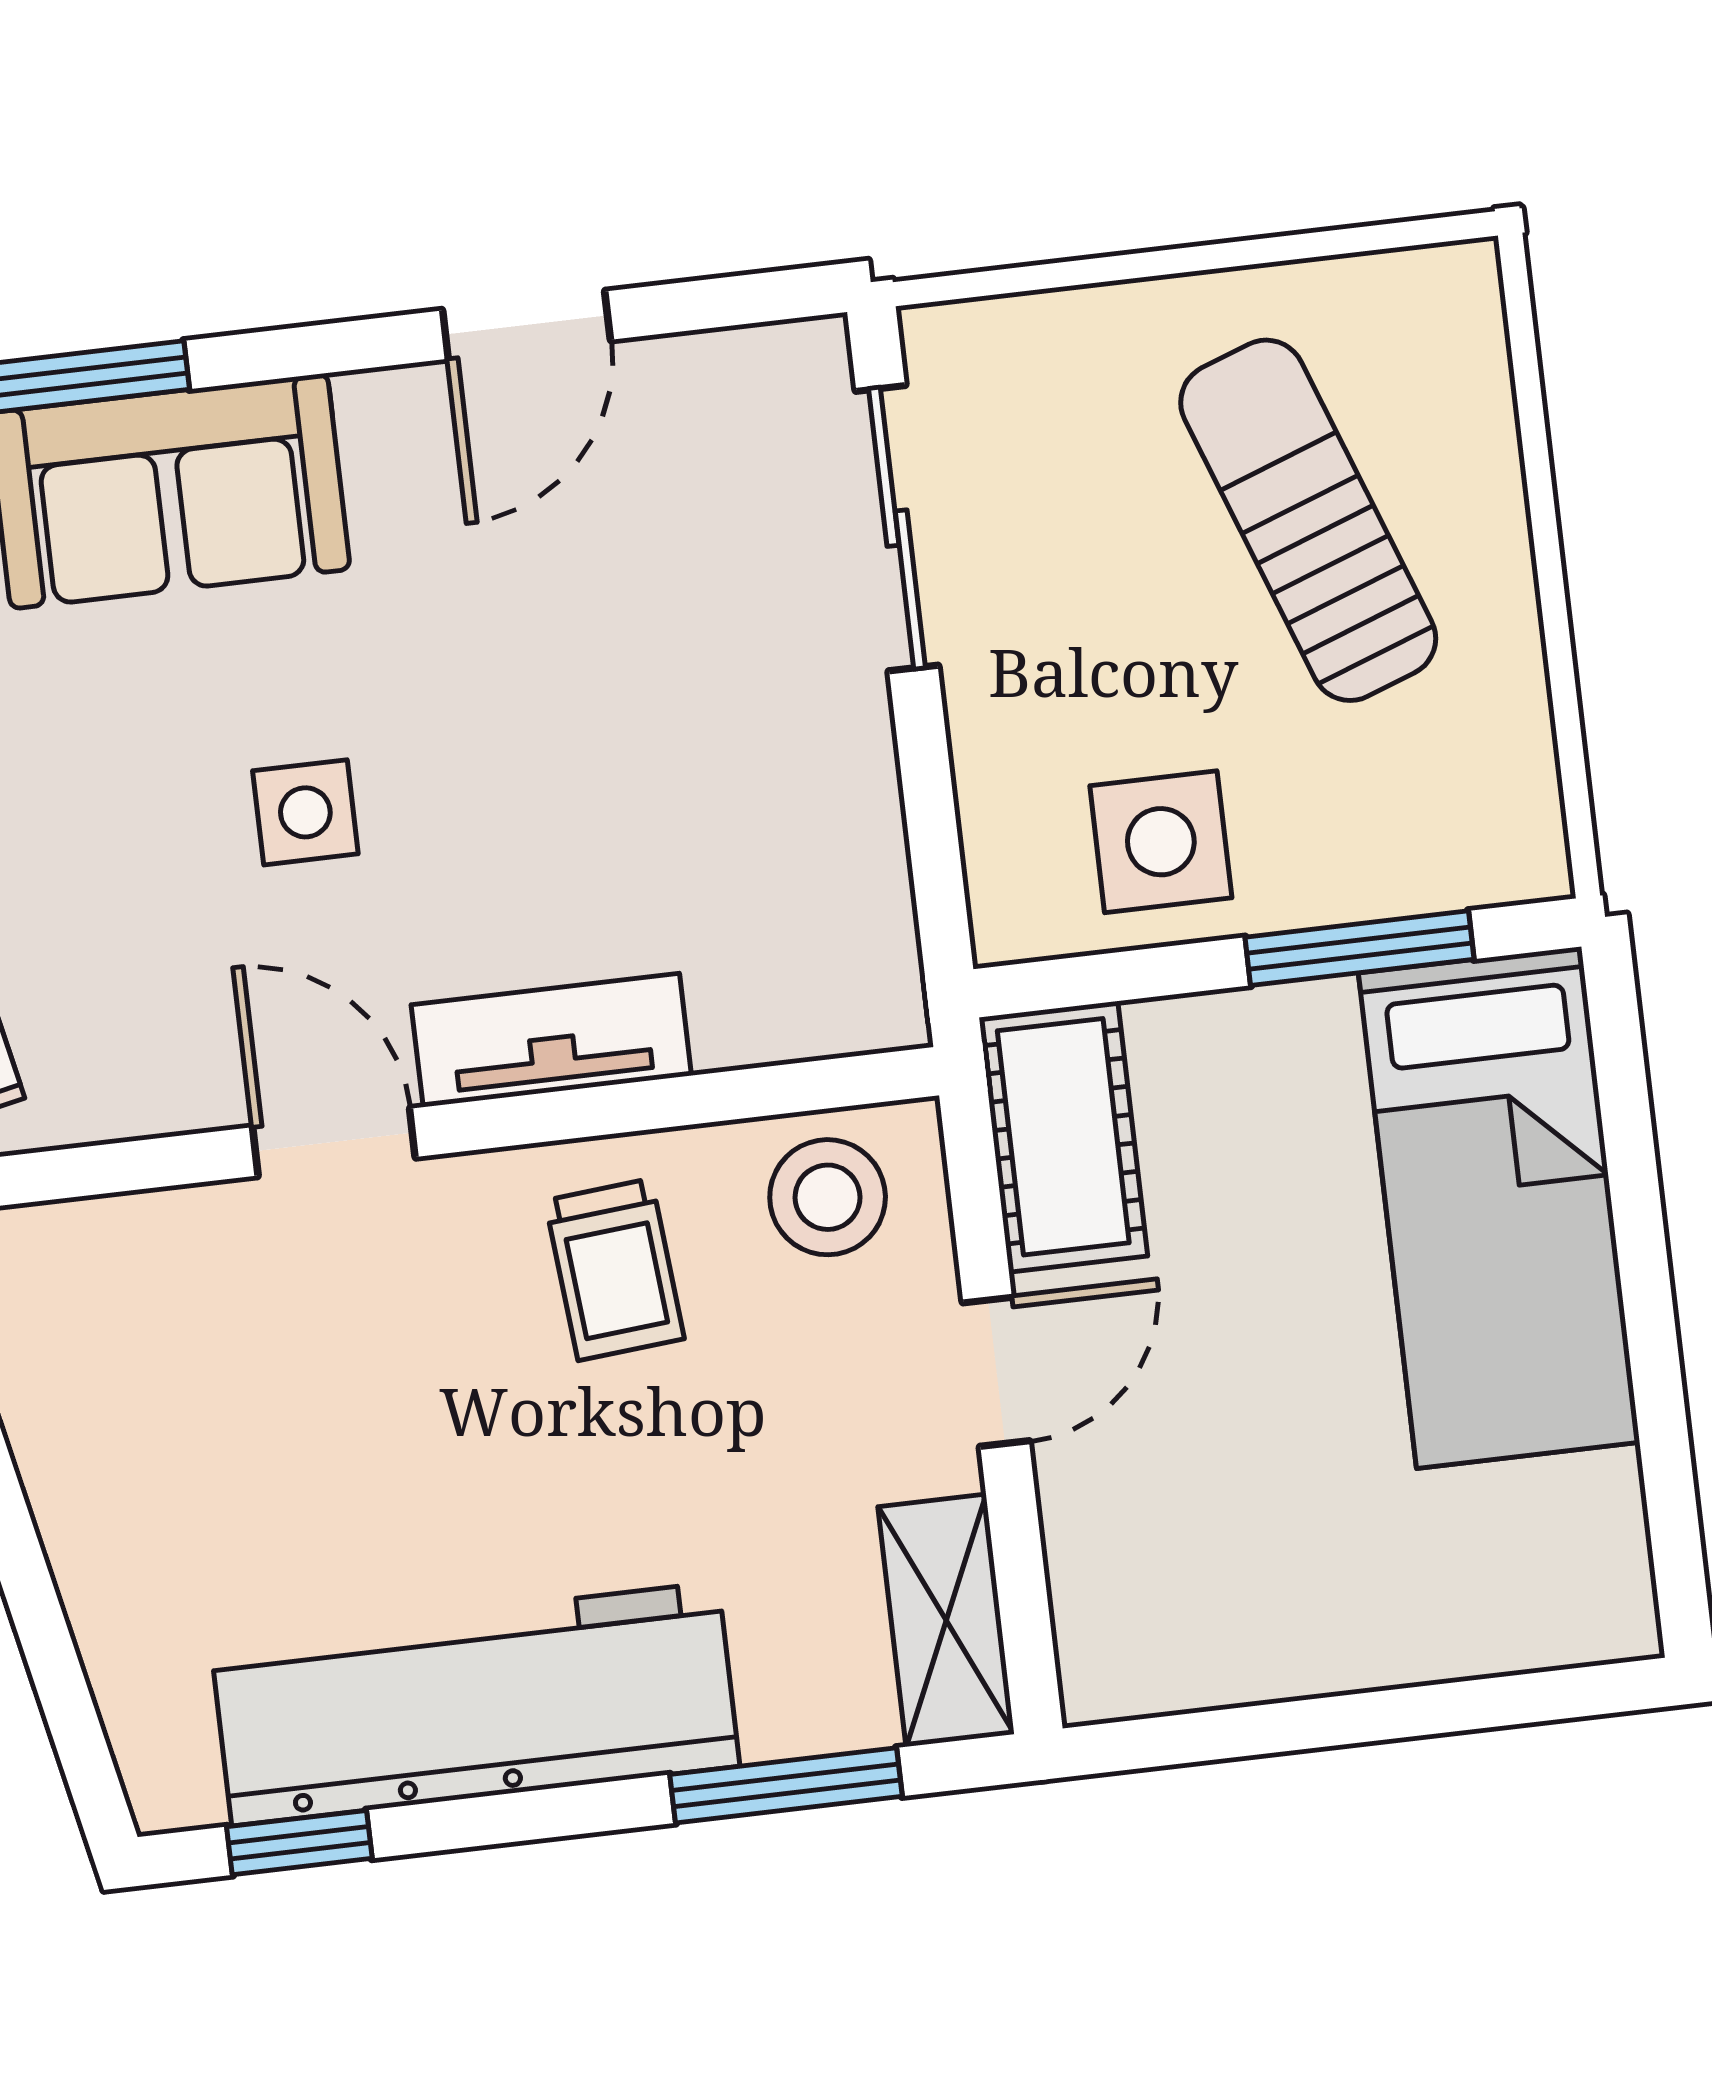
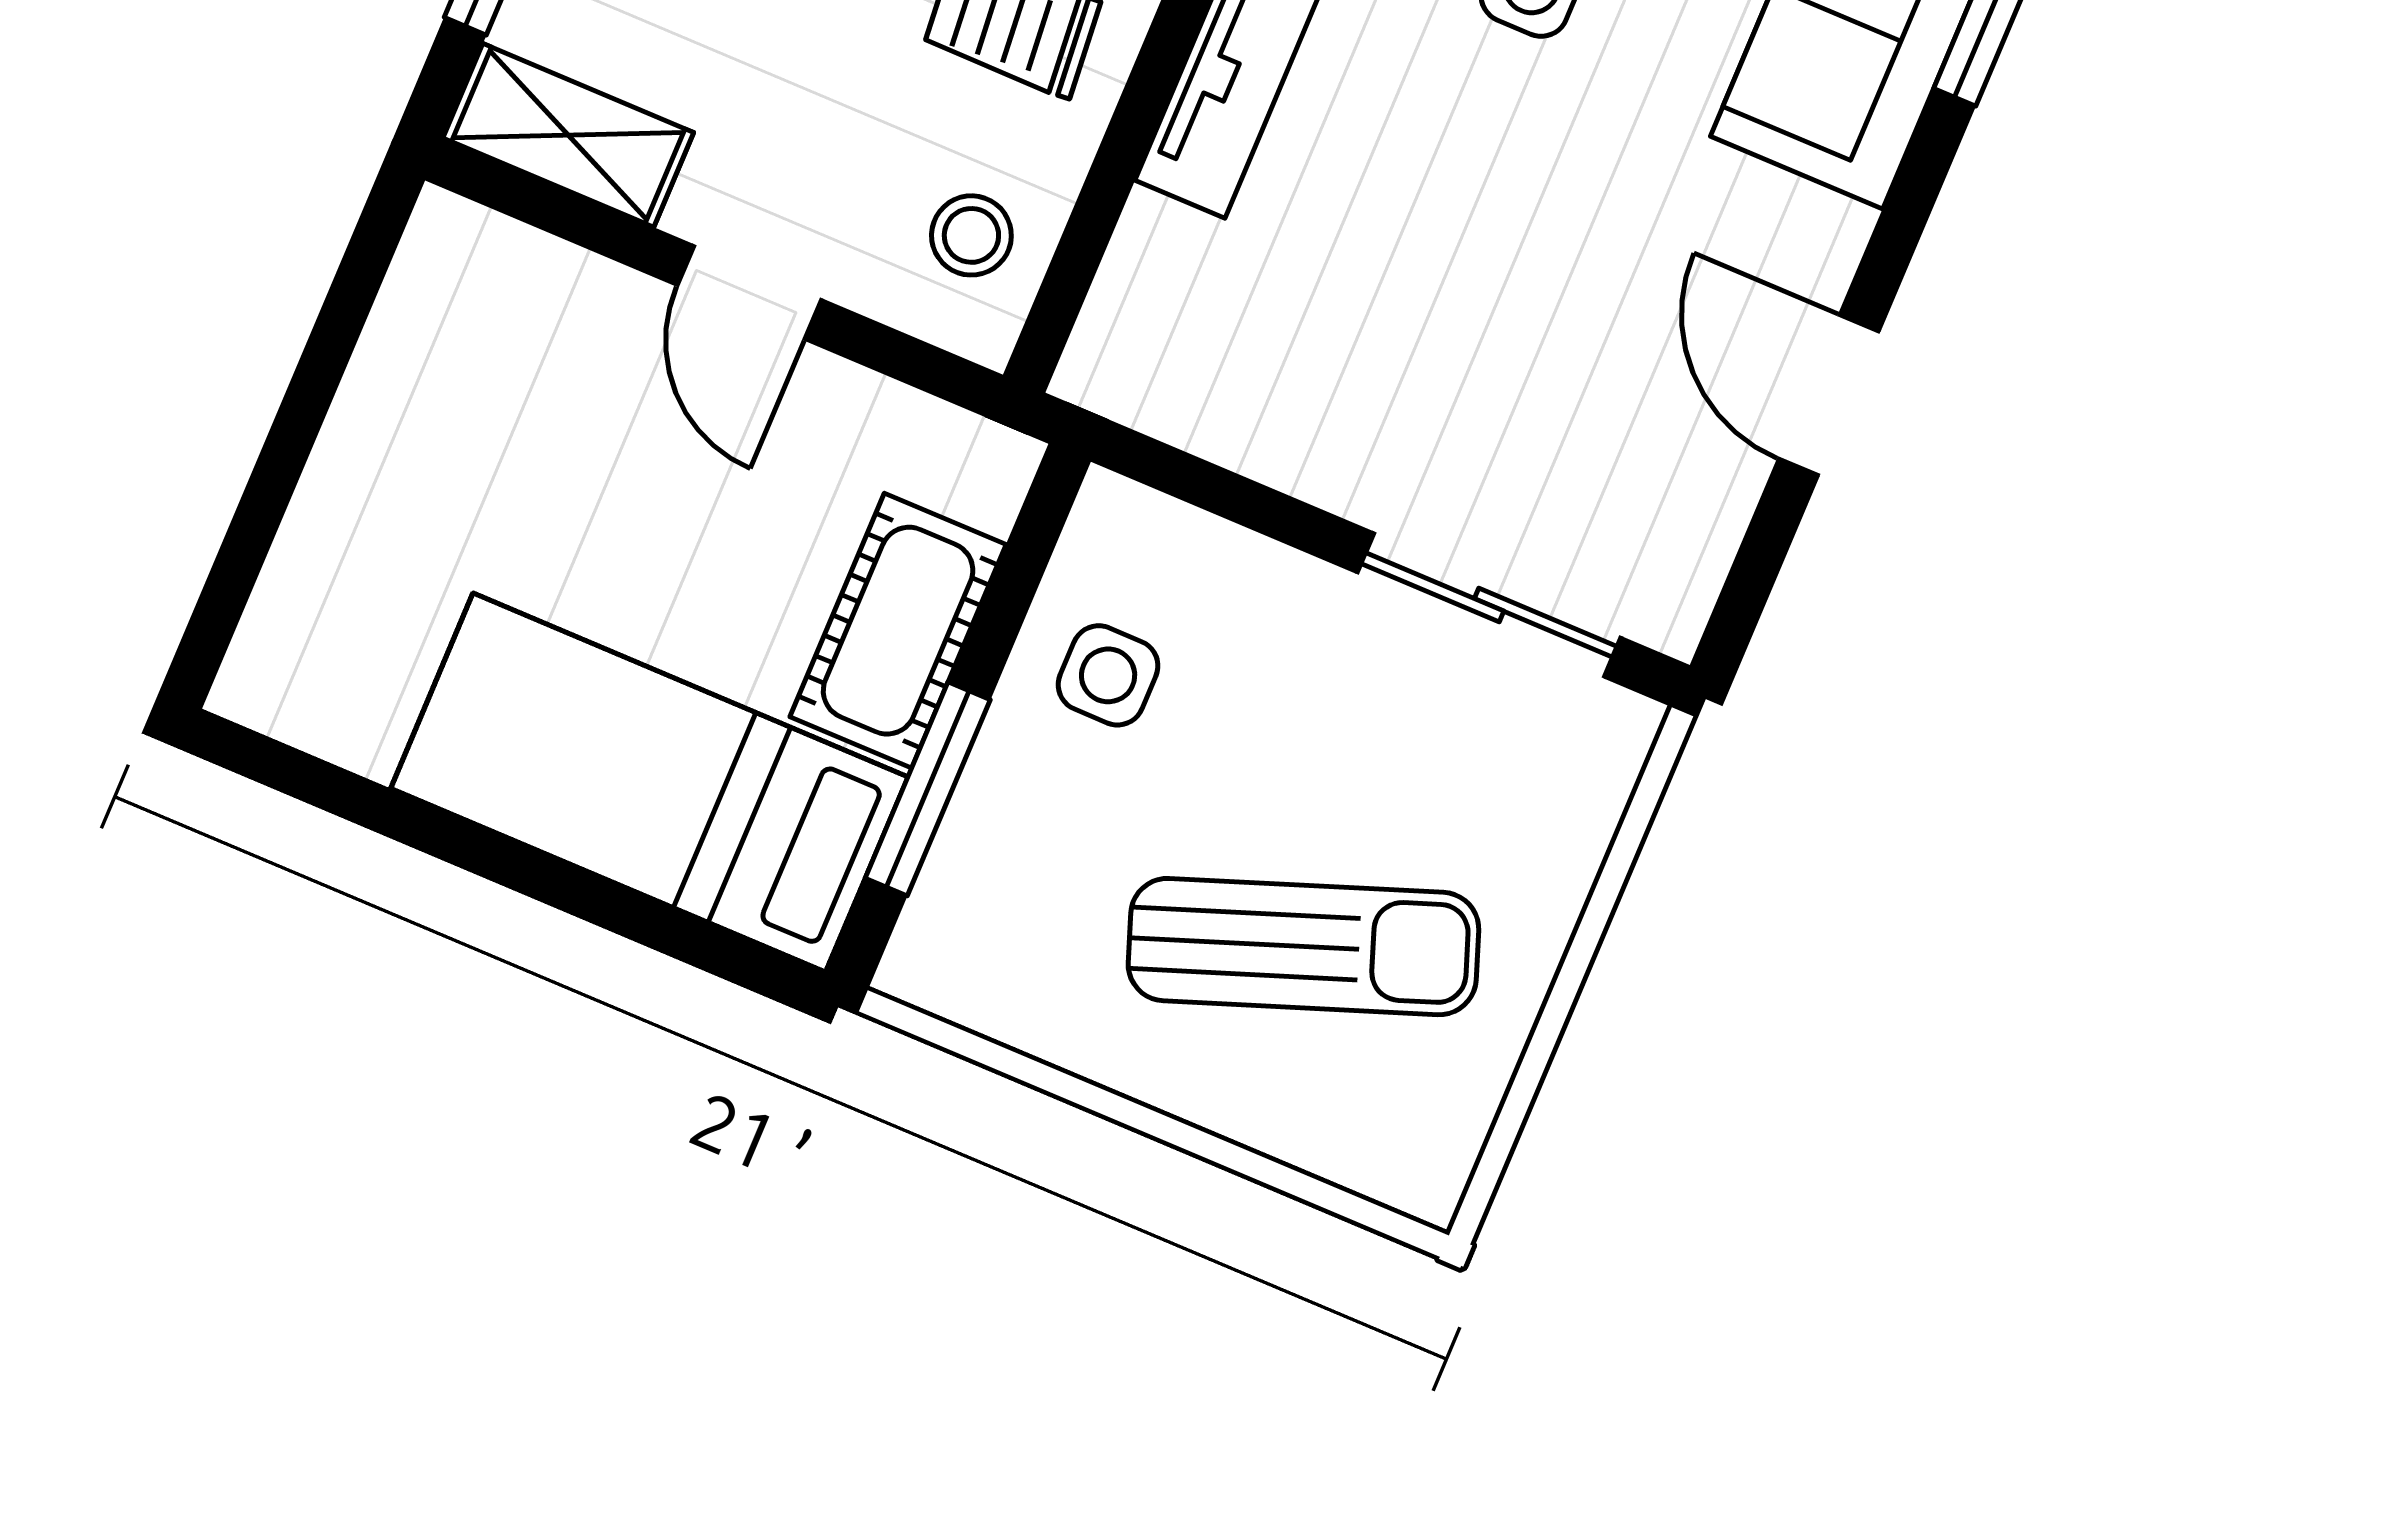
side table: (1161, 842) -> (1108, 675), width x0.73, depth x0.73
cot: (1063, 1137) -> (898, 631), moved, turned 90
stool: (828, 1197) -> (971, 235), width x0.73, depth x0.73

